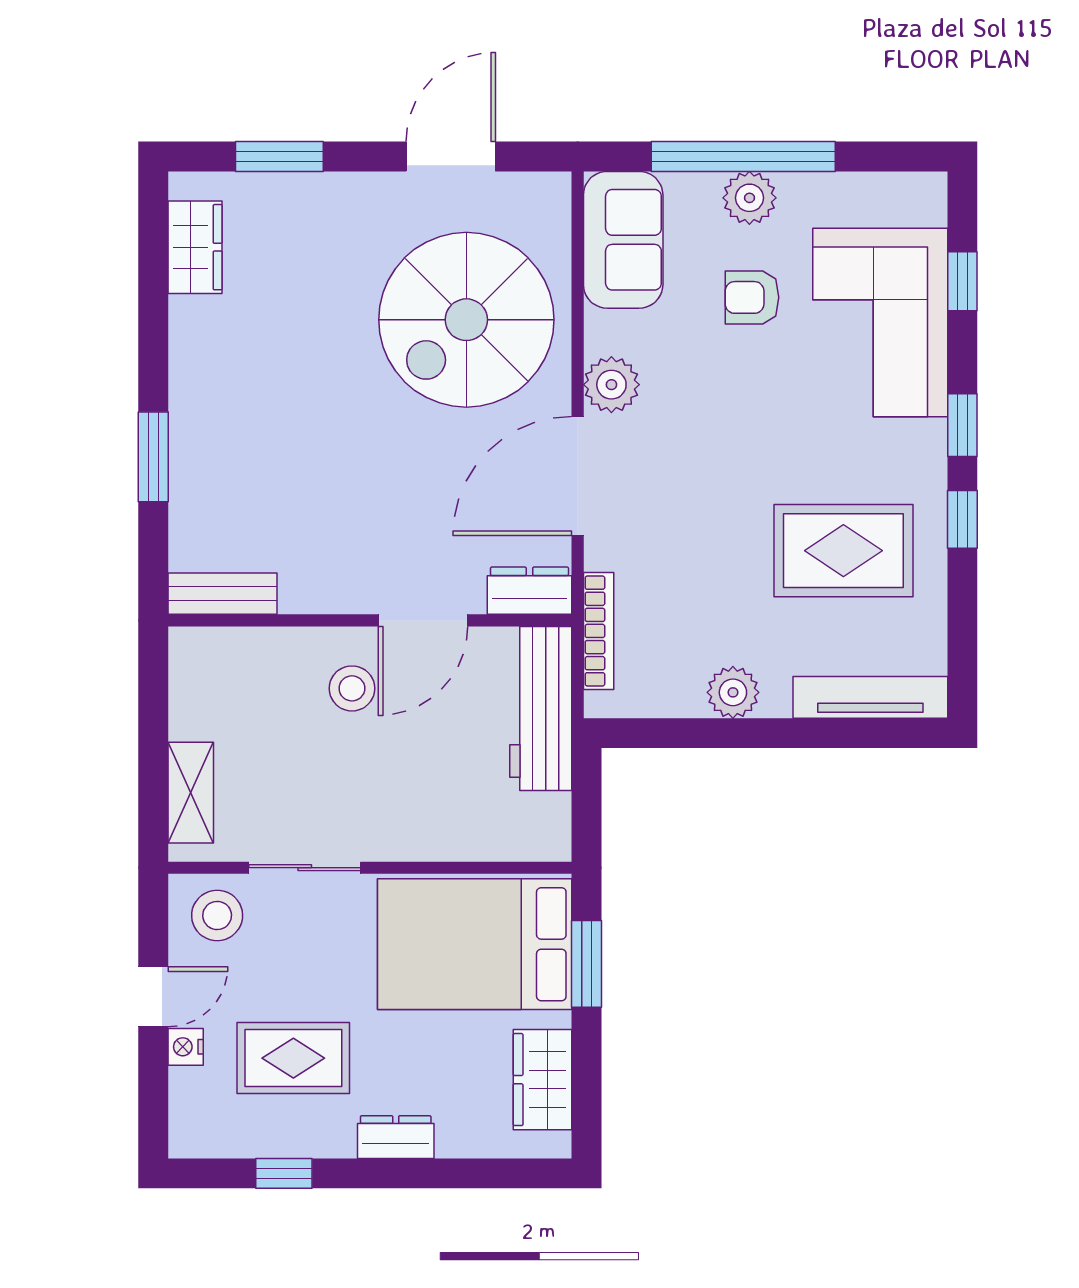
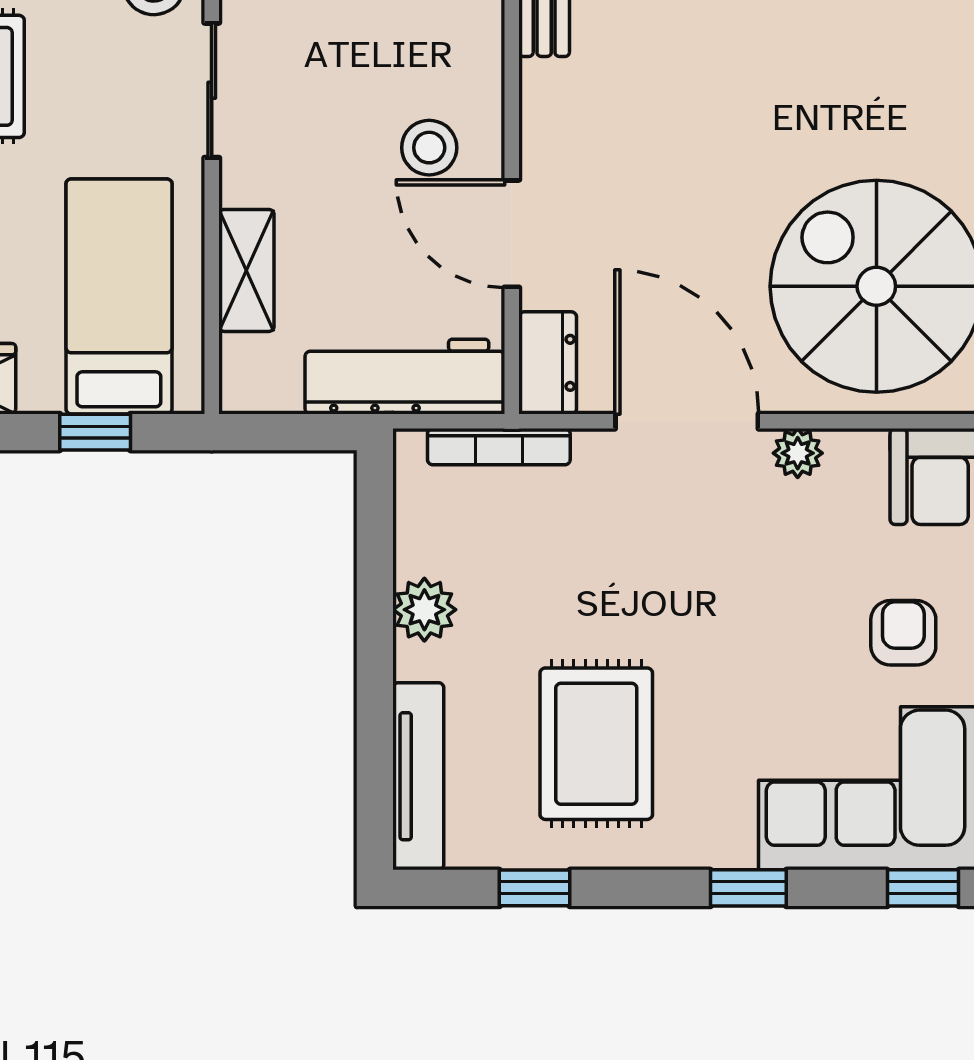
plant: (611, 385) -> (798, 453), width x0.73, depth x0.73
window: (962, 519) -> (535, 888), moved
shelving: (453, 839) -> (246, 270), added
bed: (475, 944) -> (119, 296), width x0.67
window: (586, 964) -> (95, 432), width x0.67

